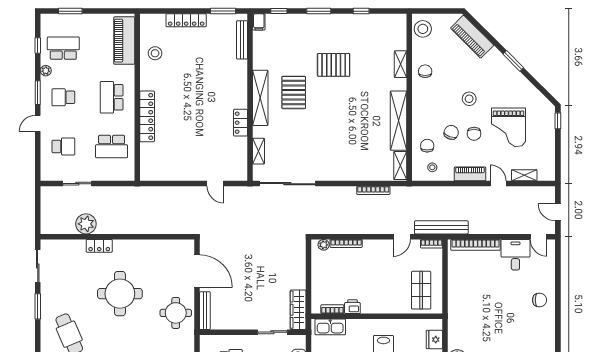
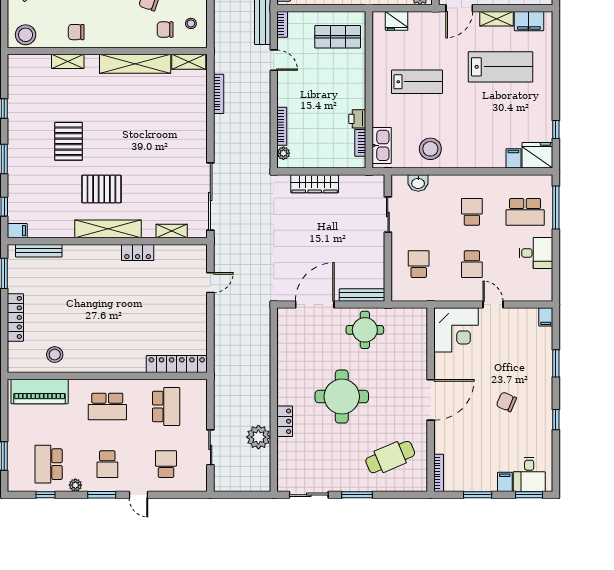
locker: (147, 116) -> (177, 364), moved
wardrobe: (298, 310) -> (315, 184), moved

